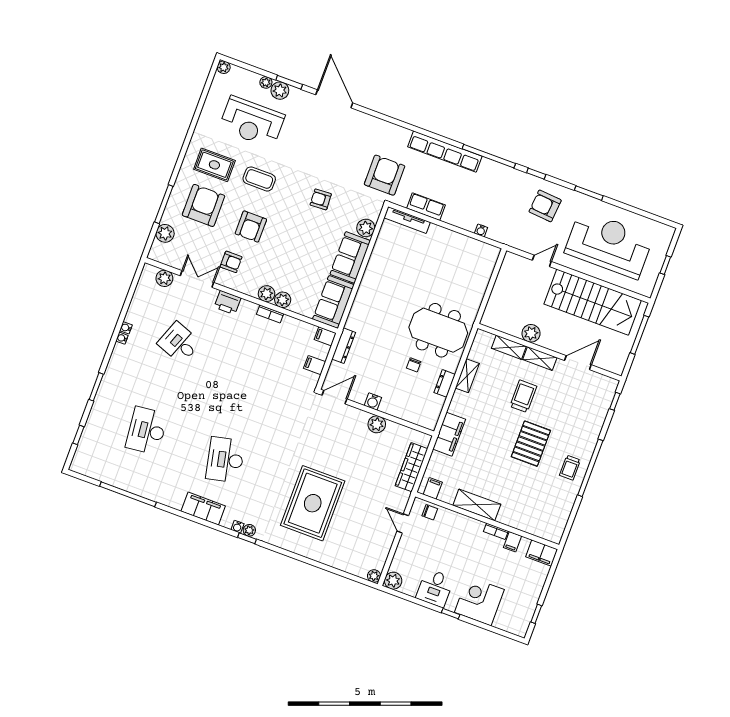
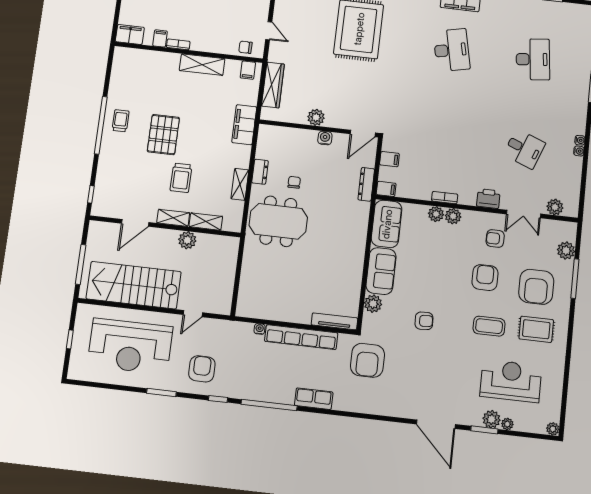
row of seats: (445, 152) -> (314, 399), width x0.50
armchair: (545, 206) -> (202, 369), turned -95
row of seats: (426, 207) -> (301, 337), width x2.02

